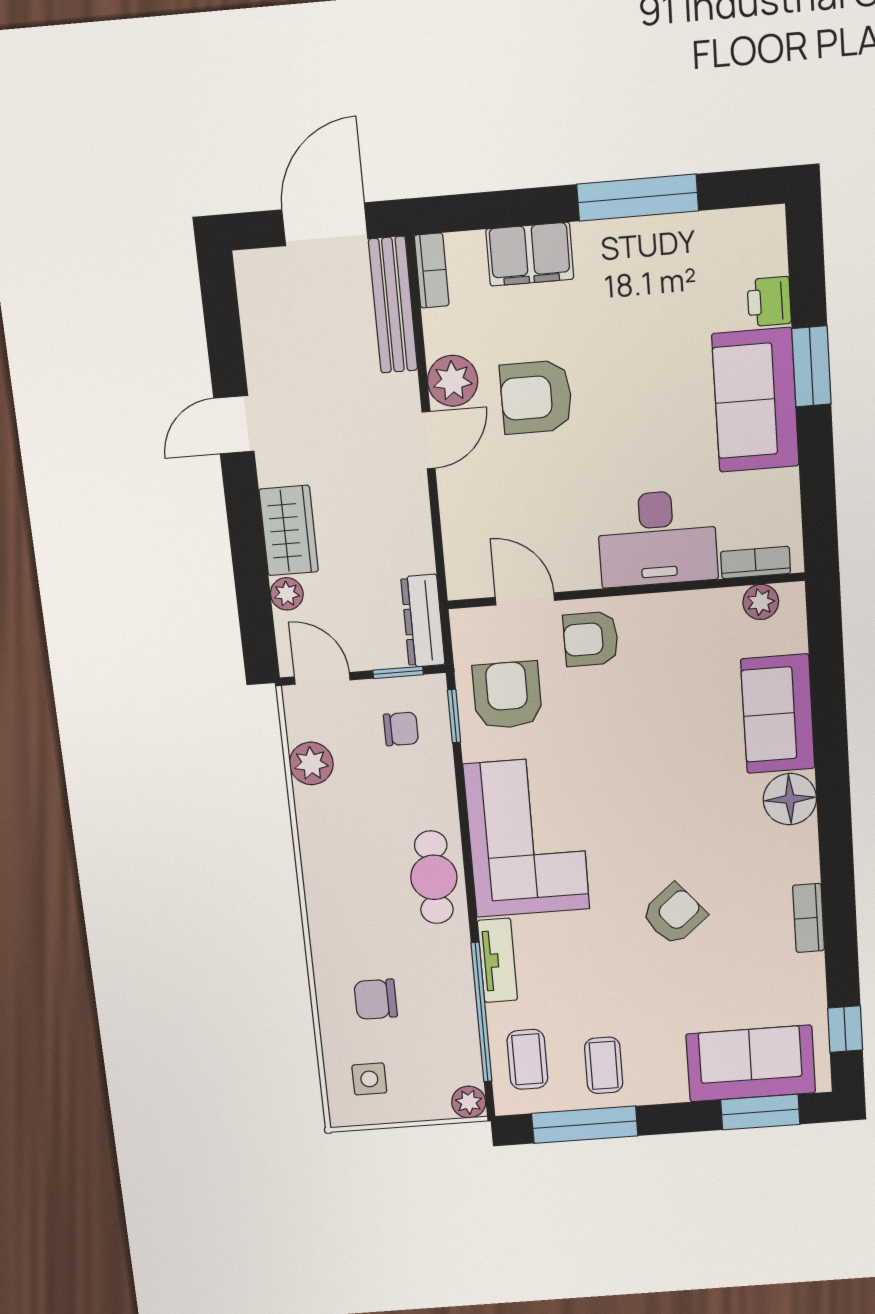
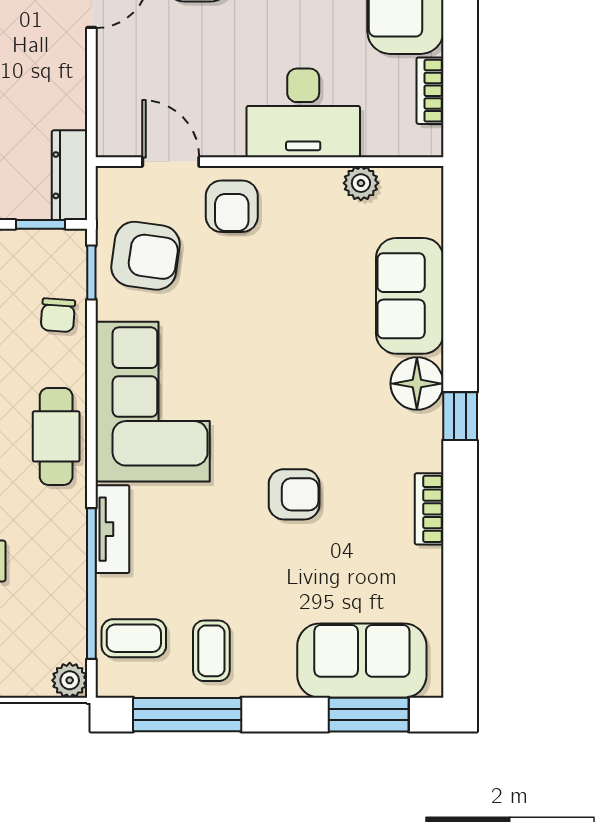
bookcase: (756, 563) -> (430, 91), moved, turned -90
plant: (761, 602) -> (361, 183), moved
armchair: (591, 639) -> (232, 206), turned -90
armchair: (507, 695) -> (146, 256), turned 98
chair: (401, 729) -> (58, 315), moved, turned 94
armchair: (674, 914) -> (294, 494), turned 40
window: (845, 1029) -> (460, 416), moved
coffee table: (527, 1059) -> (134, 638), turned 90

